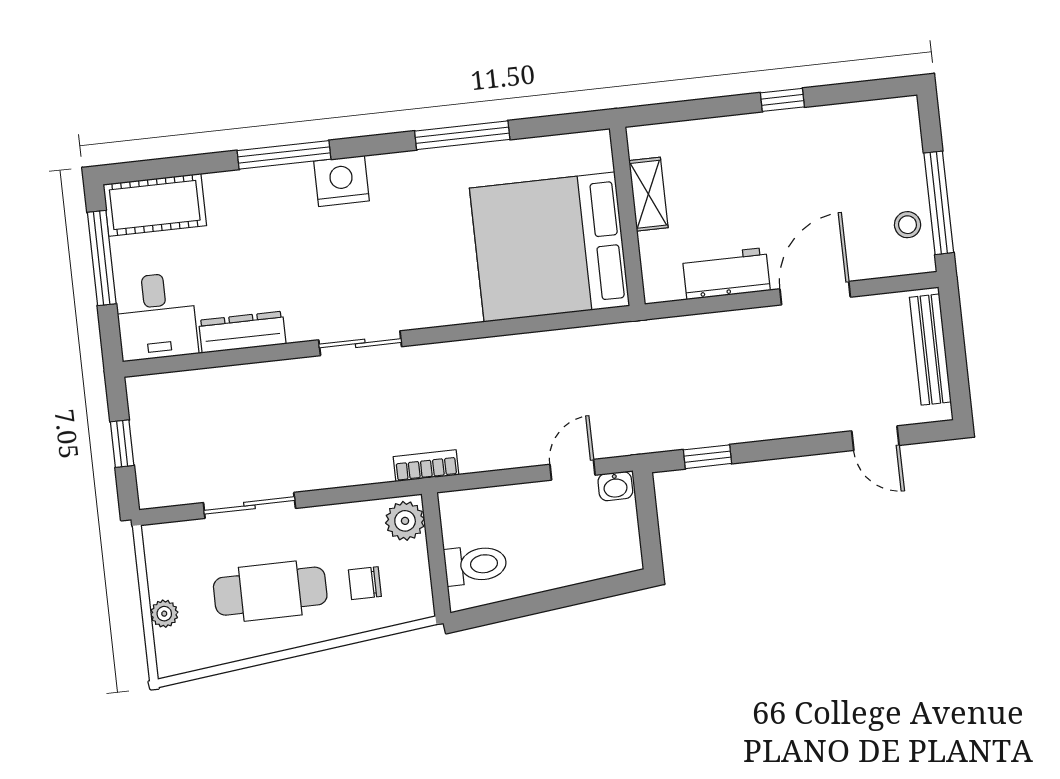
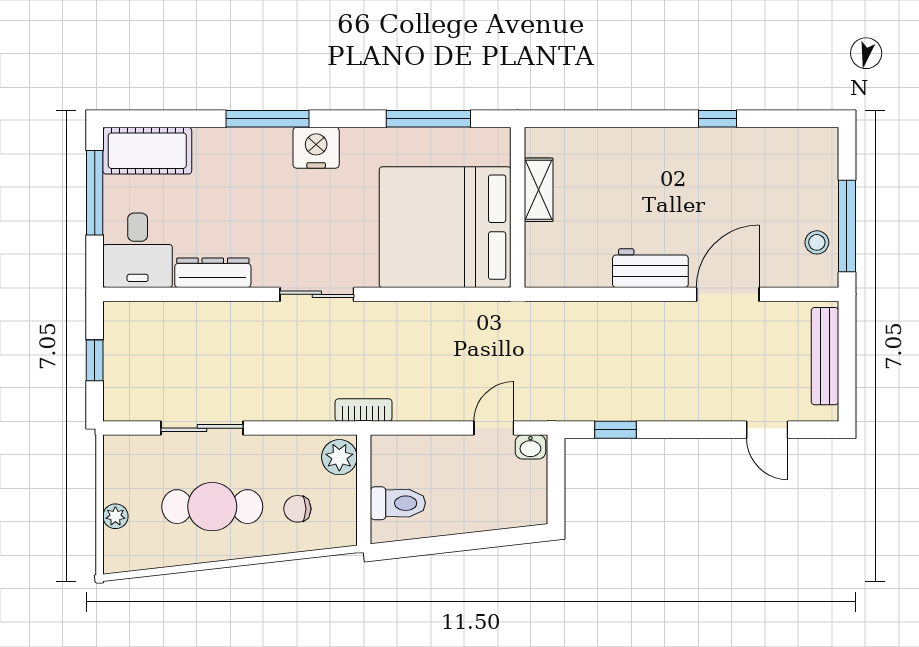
shelving: (648, 194) -> (539, 190), moved
wall: (627, 216) -> (518, 207), moved
bed: (550, 247) -> (445, 227), moved

